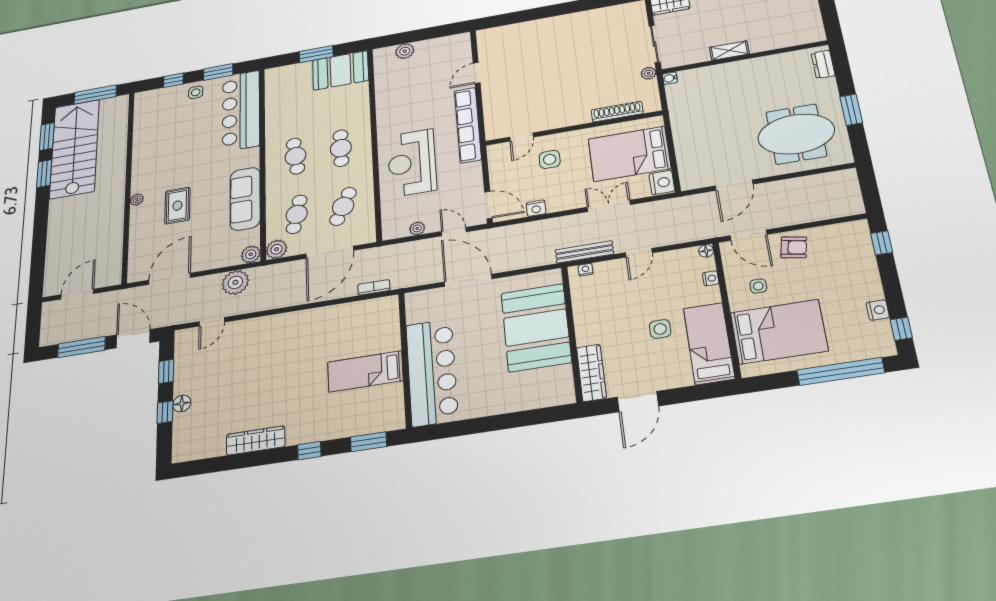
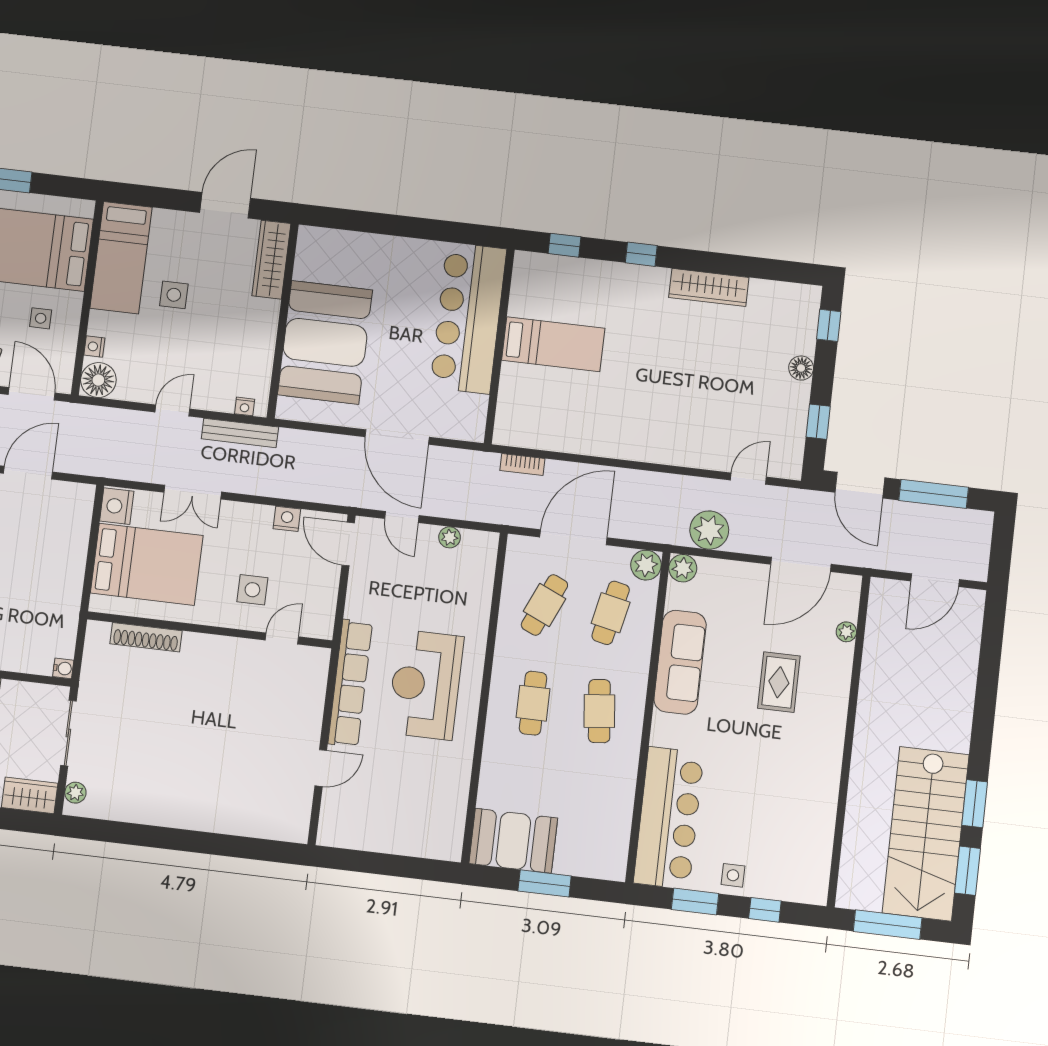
plant: (405, 51) -> (415, 843), removed
plant: (649, 73) -> (75, 793), moved
reception desk: (412, 163) -> (425, 685), moved, turned 180
plant: (137, 200) -> (846, 632), moved
floor lamp: (706, 251) -> (98, 380), width x1.89, depth x1.89
window: (165, 412) -> (829, 325), moved
window: (369, 442) -> (564, 245), width x0.67

